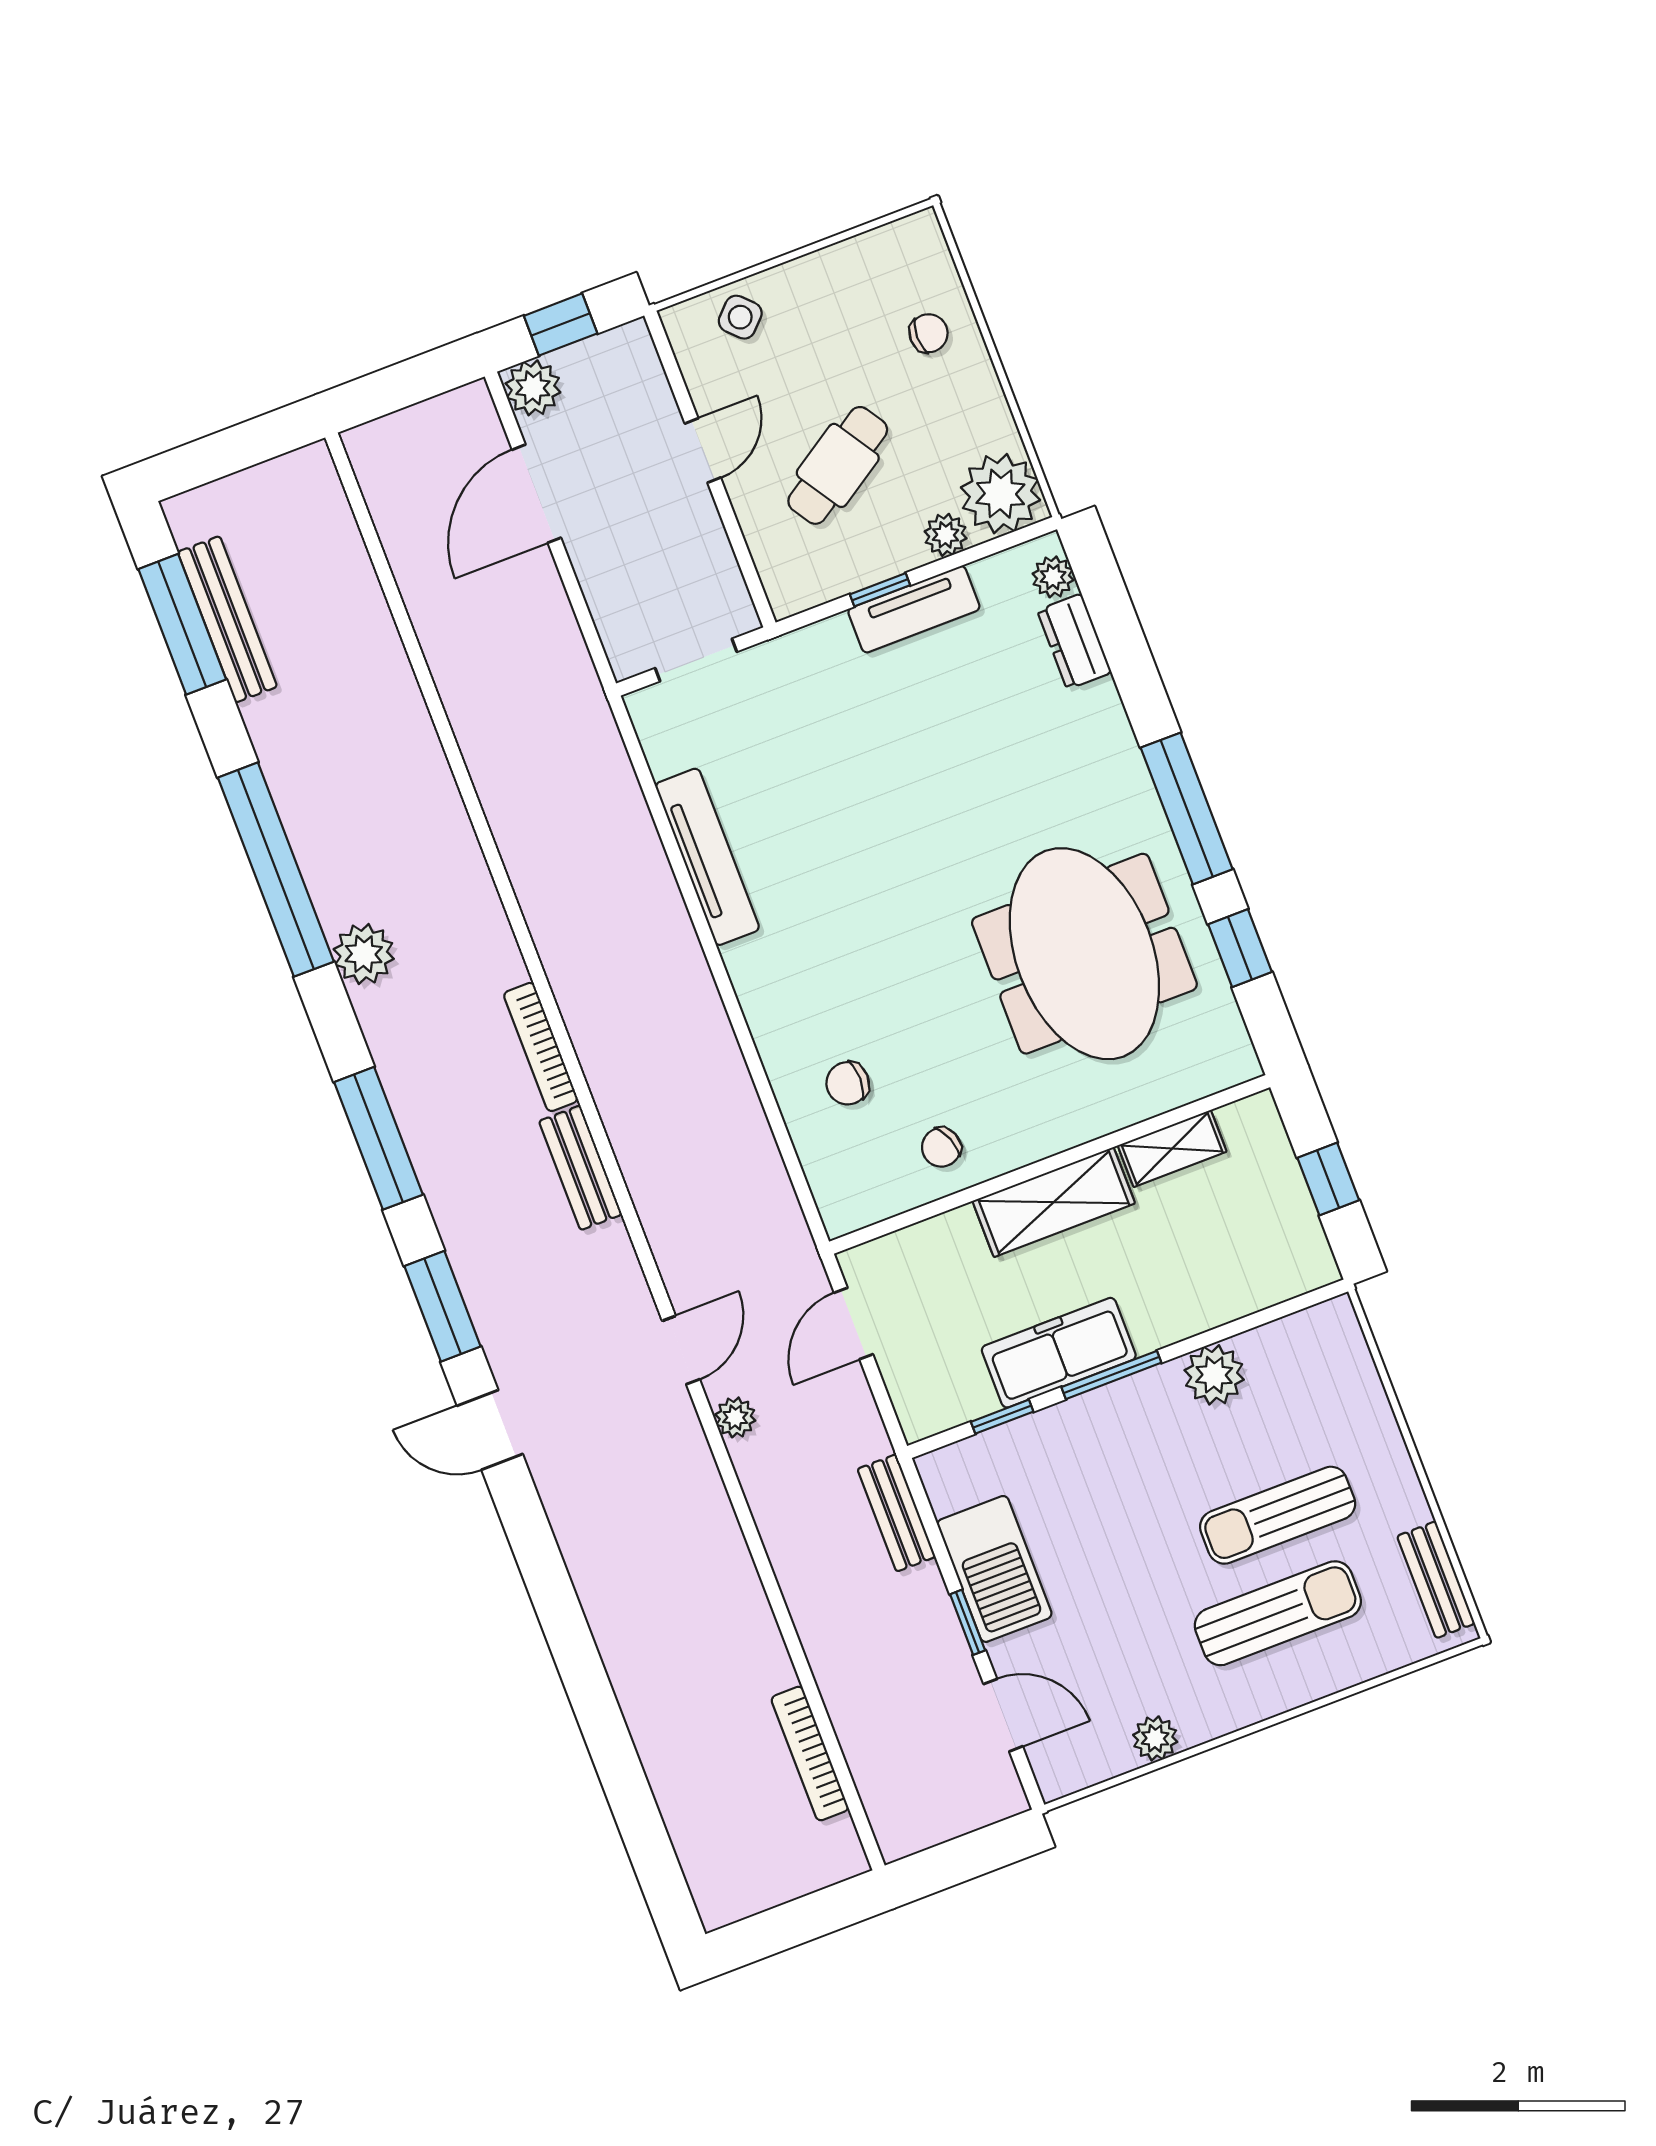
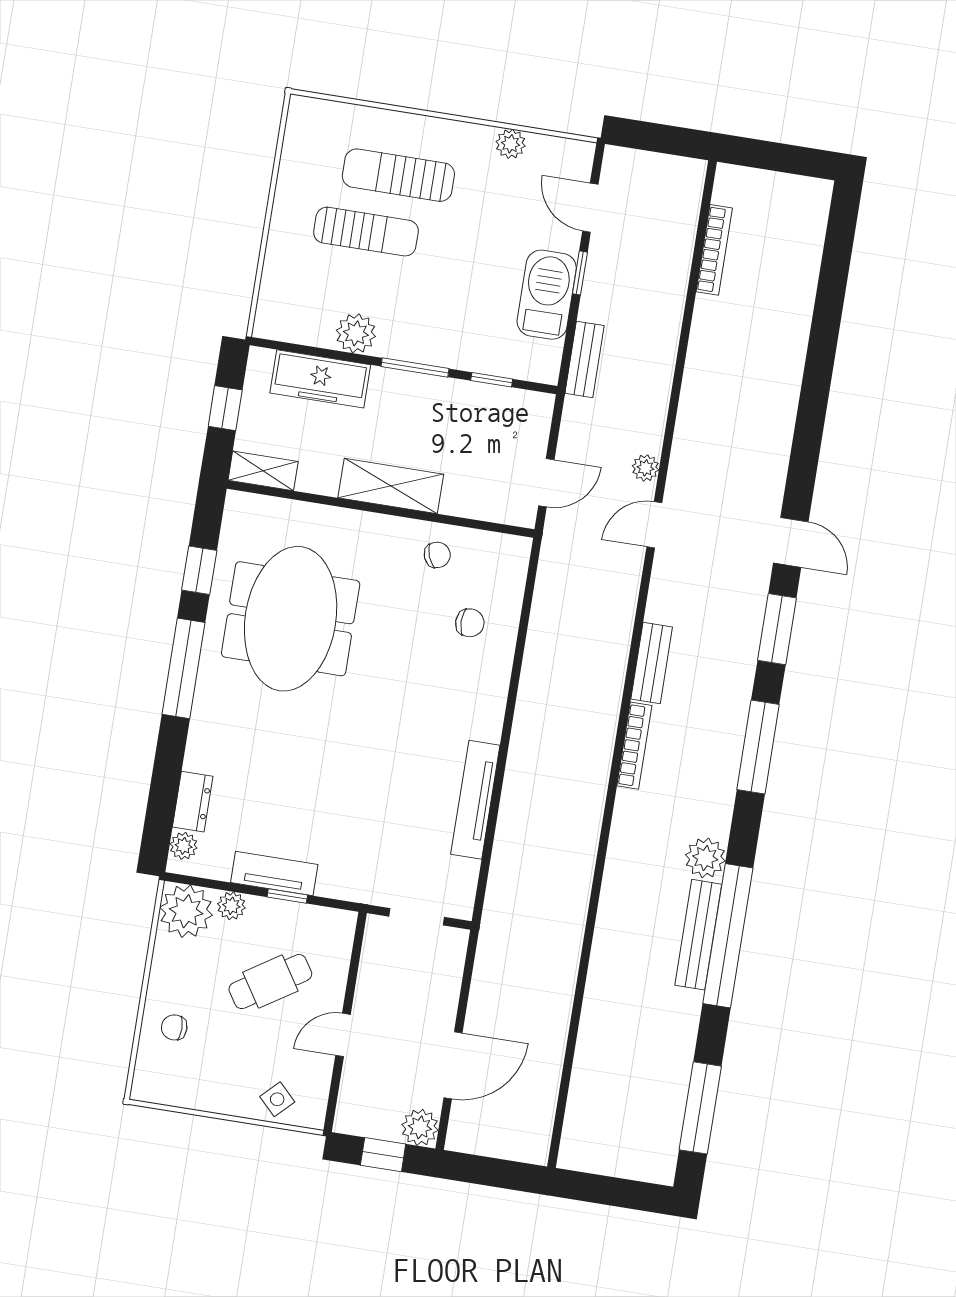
bench: (227, 619) -> (698, 935), moved
shelving: (1172, 1149) -> (263, 471), moved
freezer: (1059, 1353) -> (320, 379), moved
bench: (1436, 1580) -> (296, 142), removed

